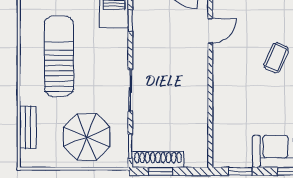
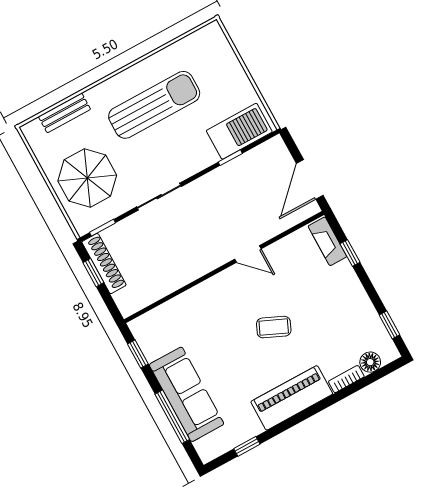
door: (210, 31) -> (248, 254), moved

